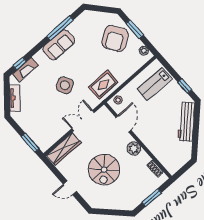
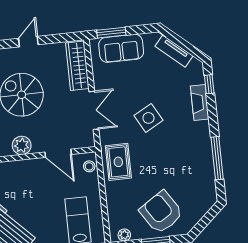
sofa: (59, 45) -> (121, 48), moved, turned -90
fireplace: (25, 69) -> (200, 103), moved

